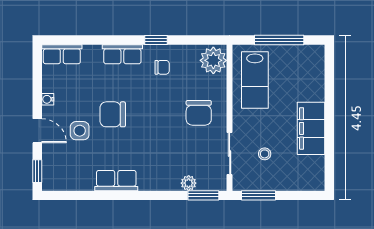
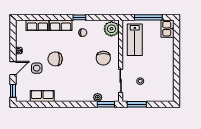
row of seats: (62, 54) -> (37, 25), moved
kitchen sink: (313, 60) -> (168, 29), added
filing cabinet: (311, 128) -> (166, 67), removed
door: (37, 131) -> (13, 68), hinge flipped
row of seats: (116, 181) -> (42, 96), moved

